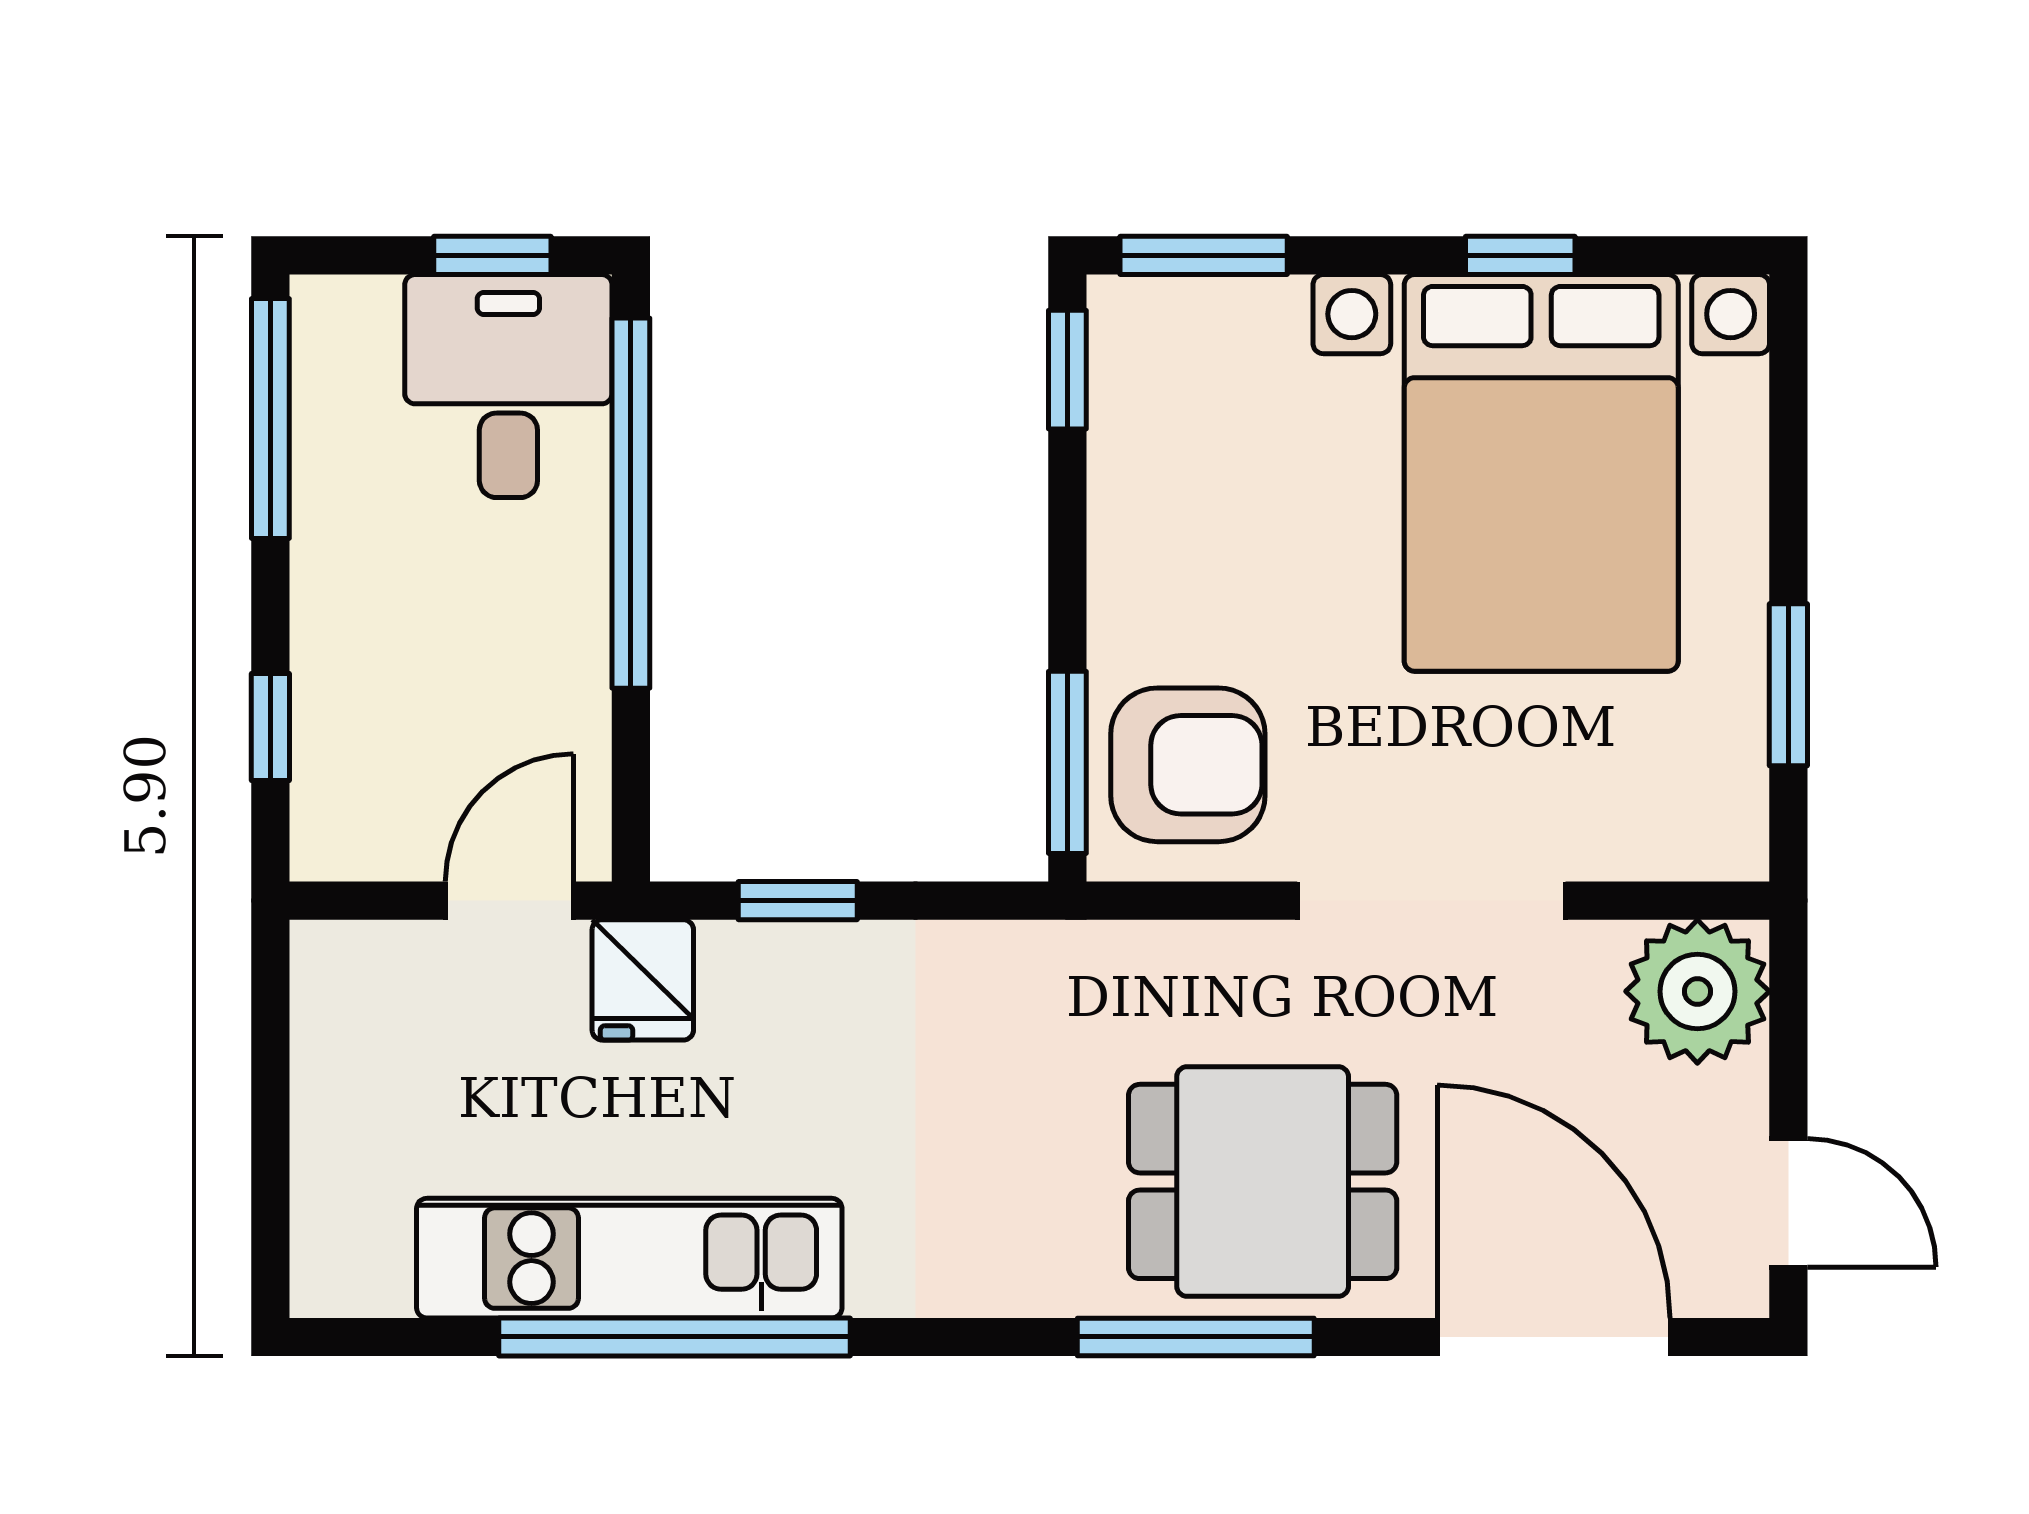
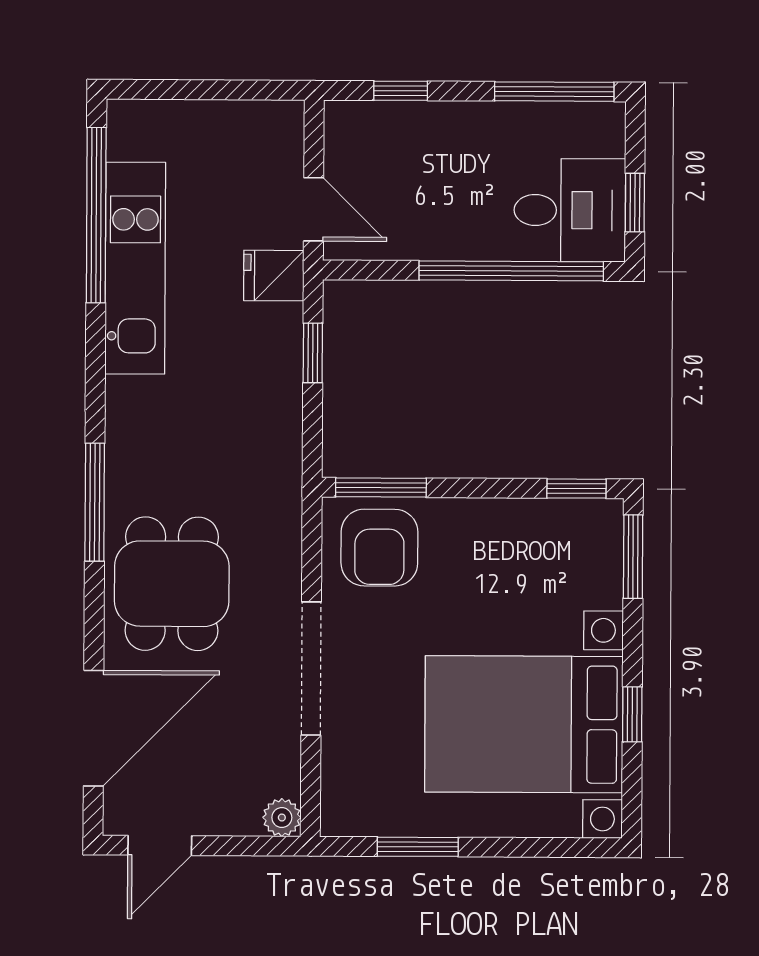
plant: (1697, 991) -> (282, 818), width x0.53, depth x0.53
window: (675, 1337) -> (96, 215), moved
window: (1196, 1337) -> (95, 502), moved

